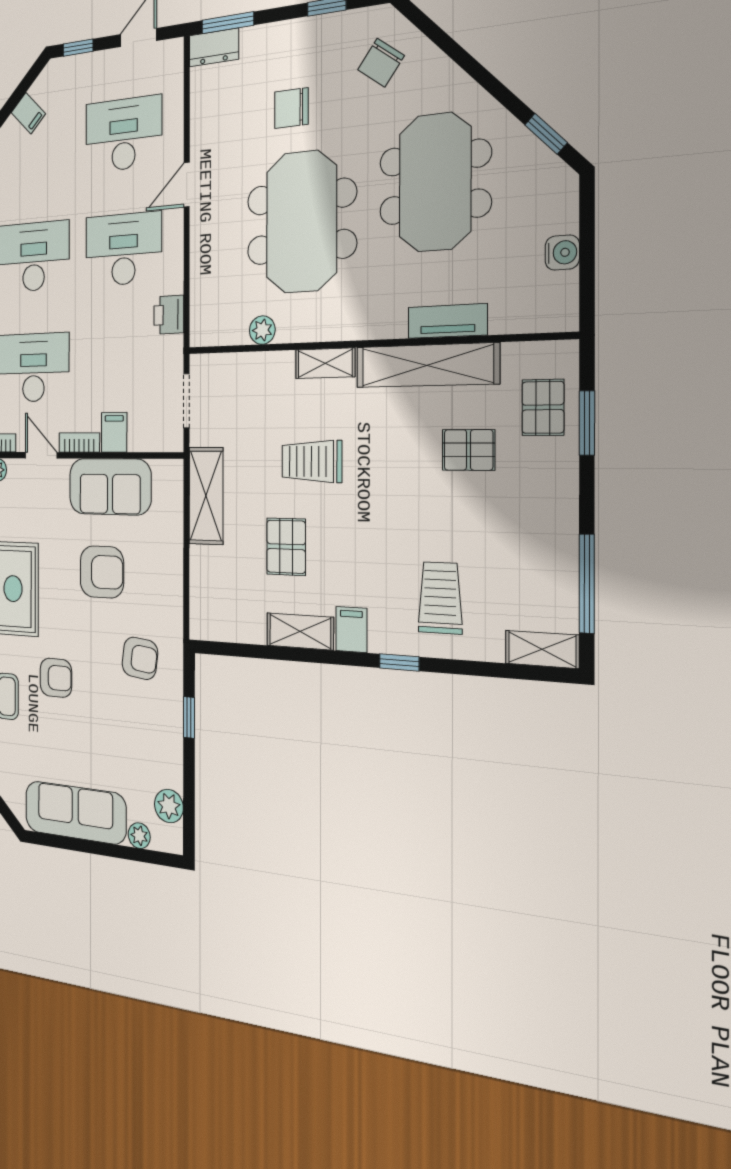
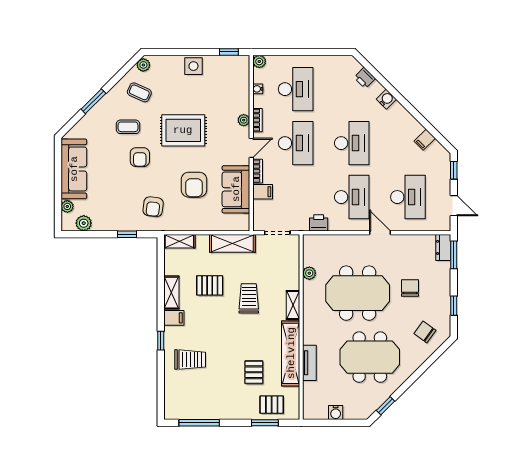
shelving: (542, 649) -> (179, 241), moved, turned 90

